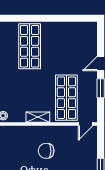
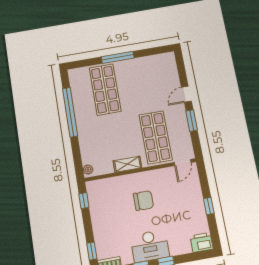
window: (46, 18) -> (118, 57), added
chair: (46, 151) -> (143, 201), turned 180

